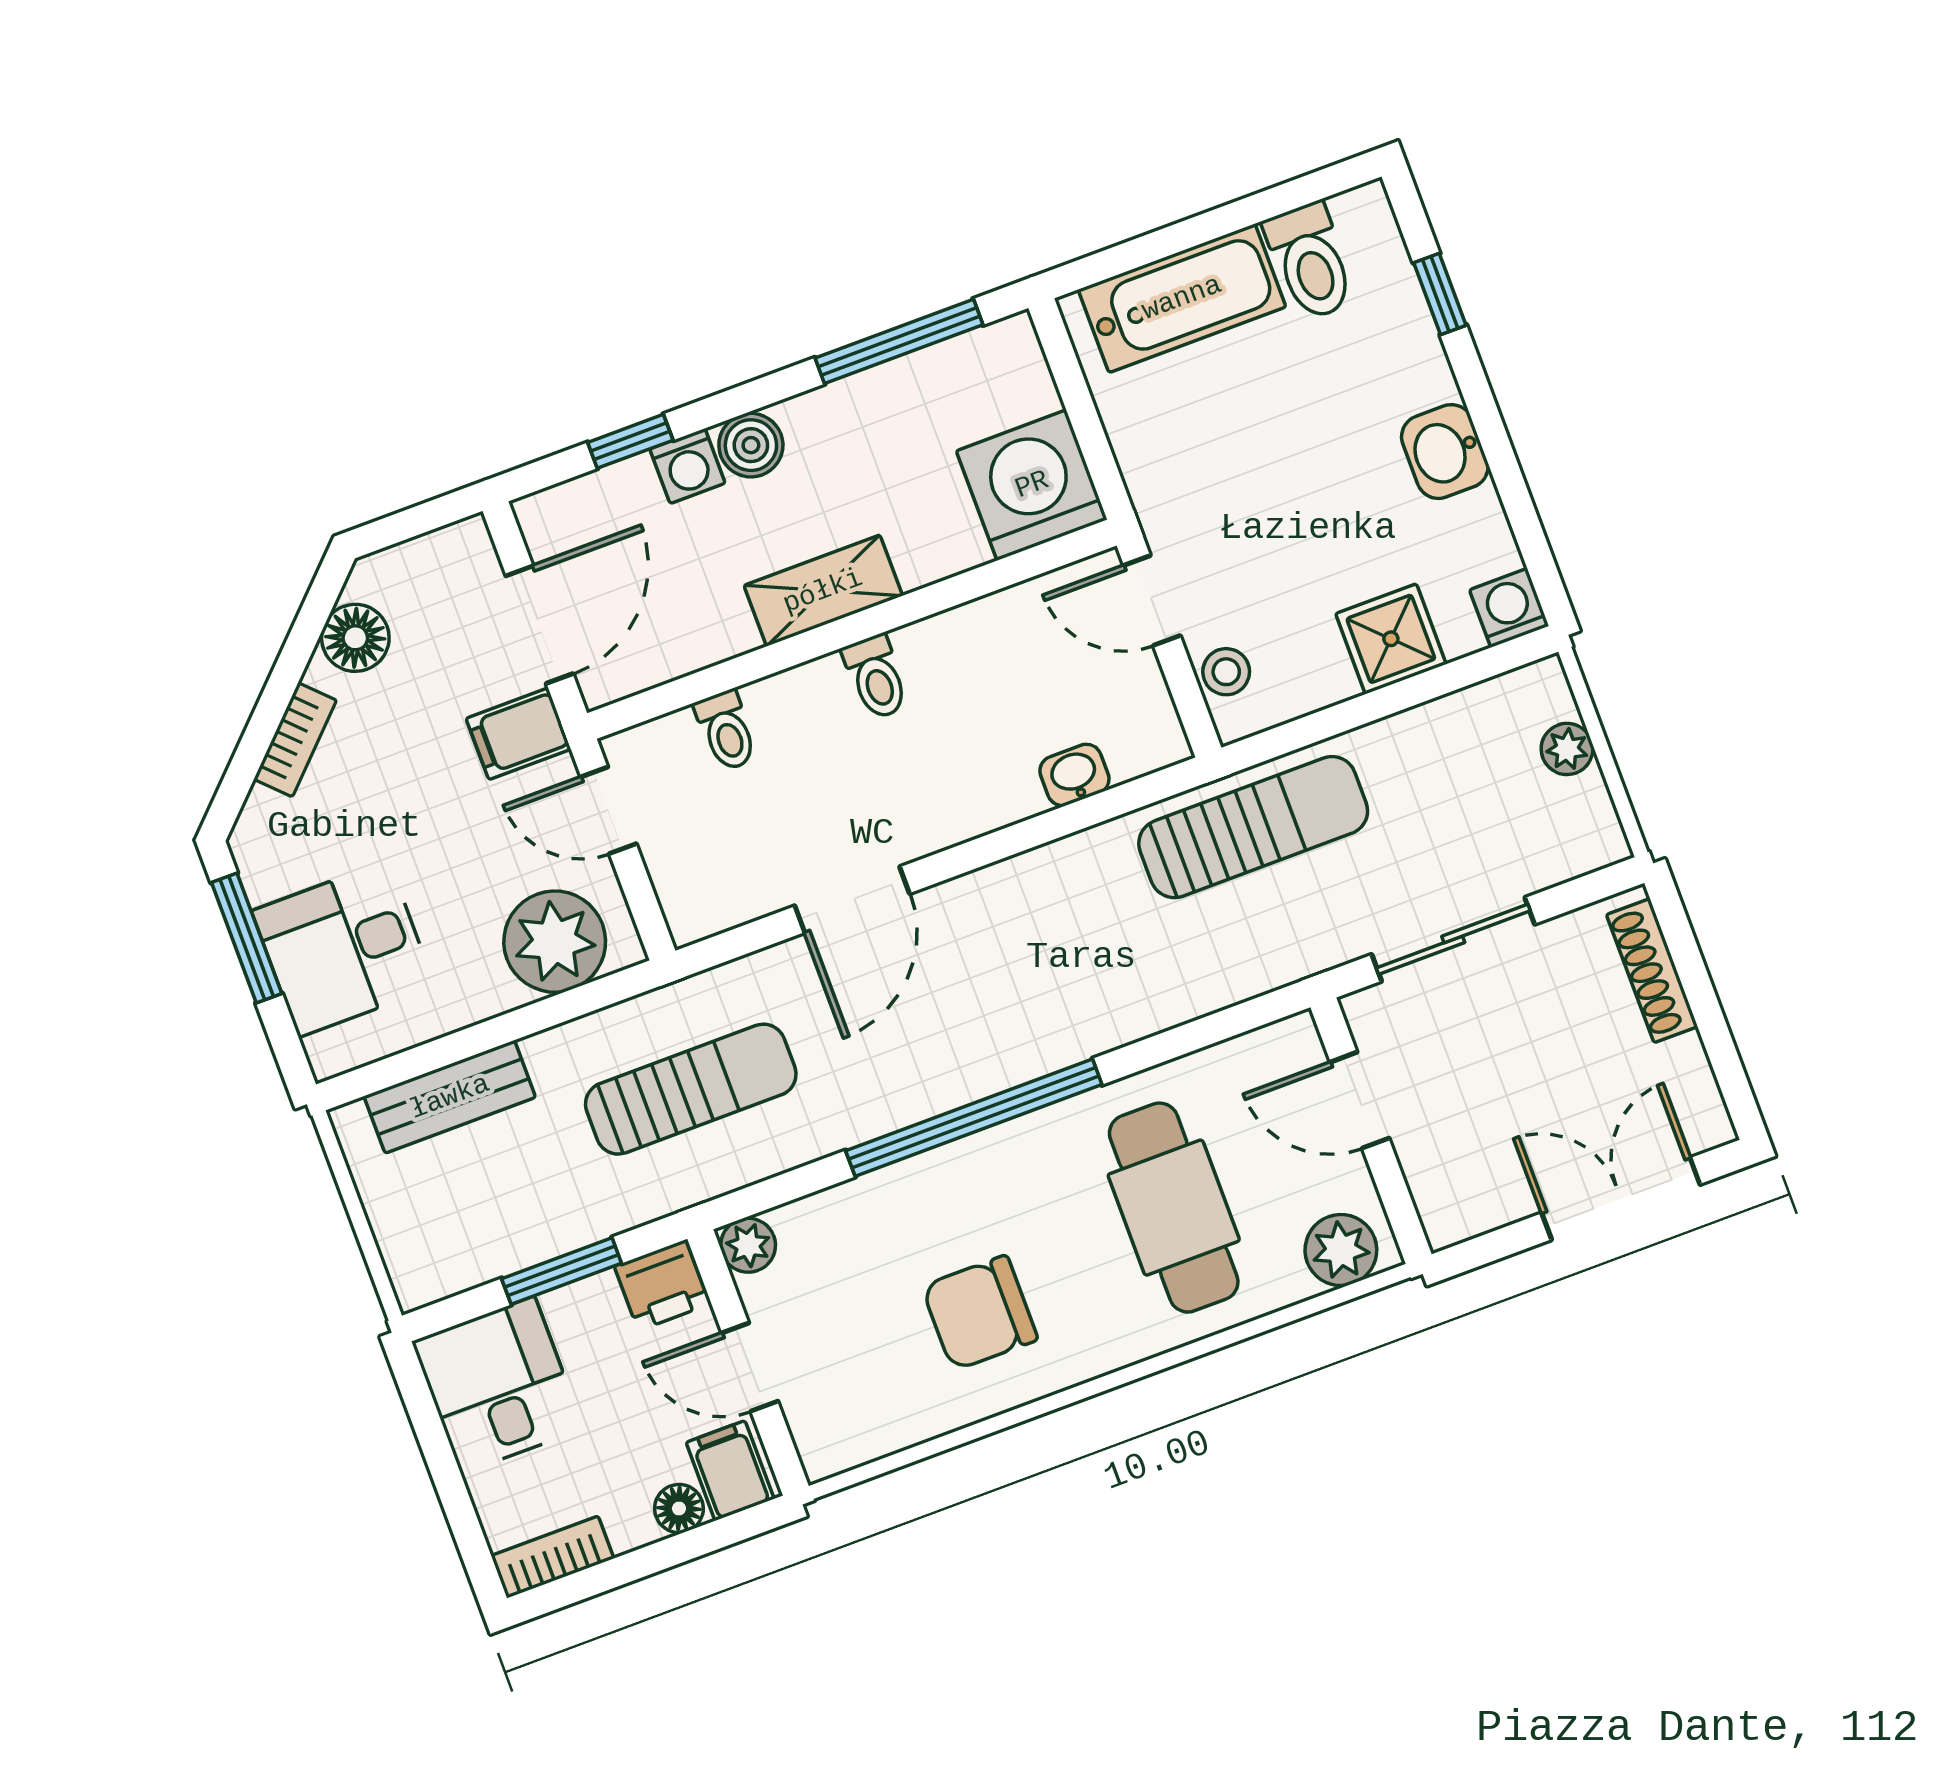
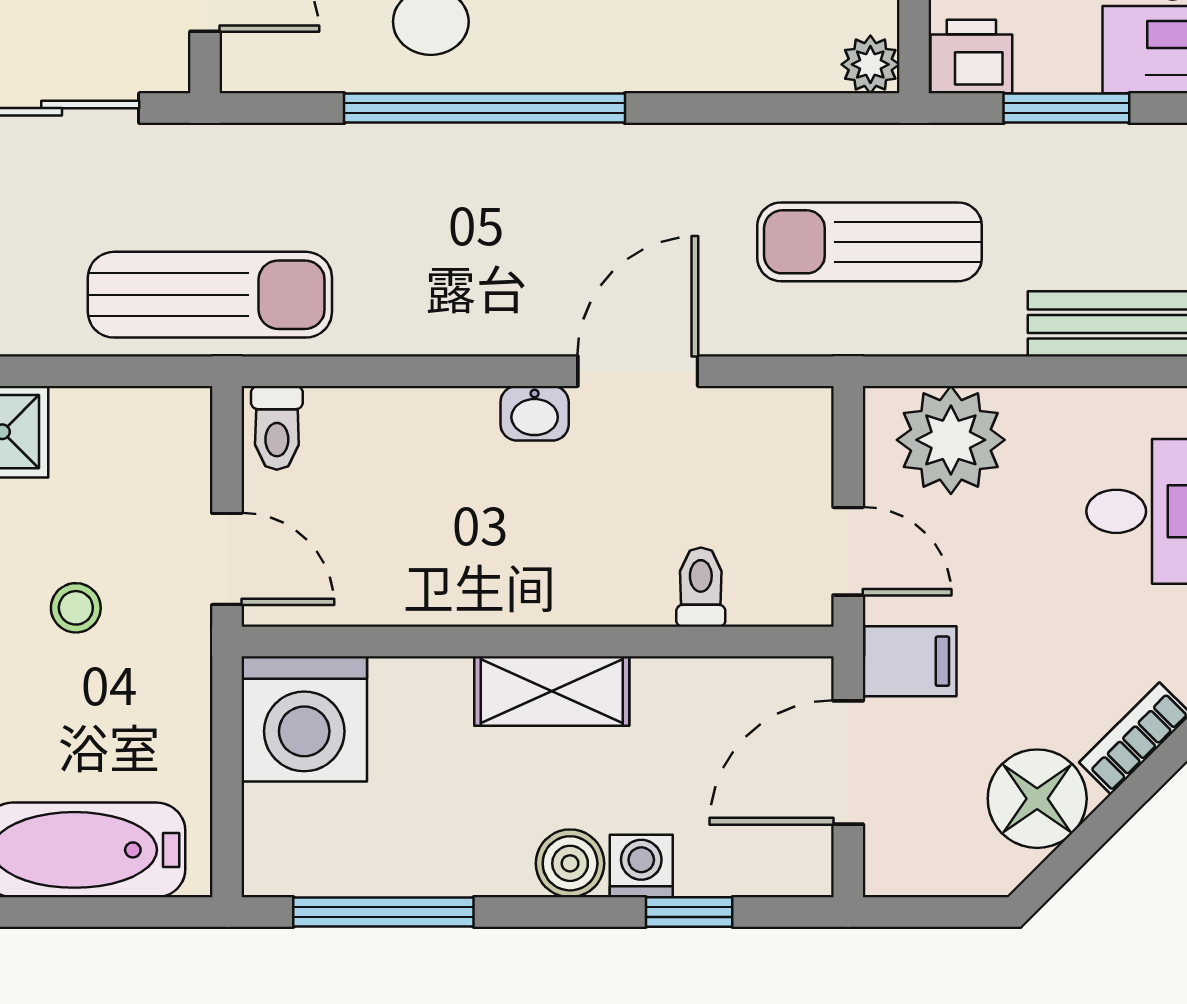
floor lamp: (355, 638) -> (1037, 799), width x1.38, depth x1.38
stool: (1226, 672) -> (76, 608), moved
toilet: (876, 677) -> (277, 428), moved, turned 180
washbasin: (1074, 775) -> (535, 413), moved
sun lounger: (1253, 827) -> (210, 295), turned 180
window: (974, 1118) -> (485, 108), moved

